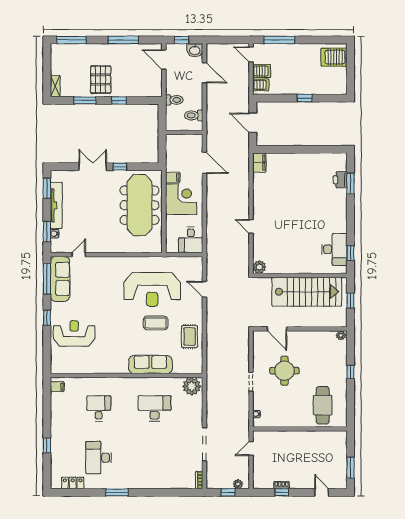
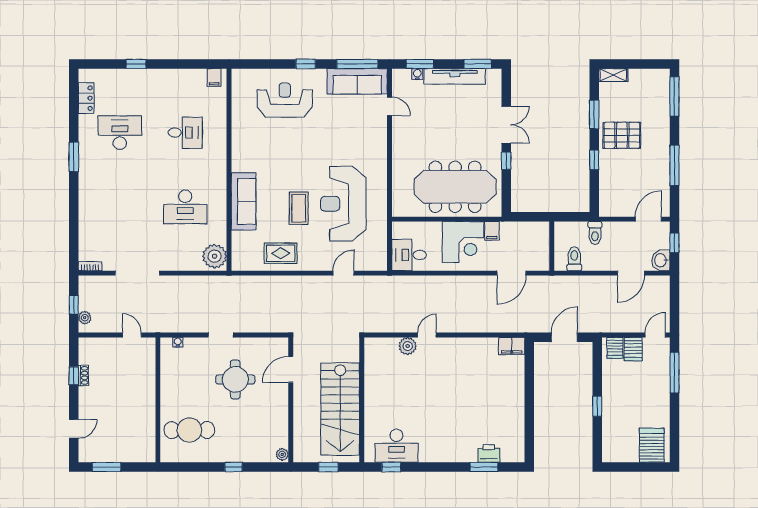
plant: (259, 267) -> (408, 346), moved
reception desk: (74, 333) -> (285, 100), turned -90
desk: (155, 408) -> (185, 207), turned 90

